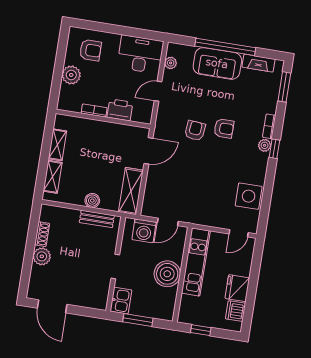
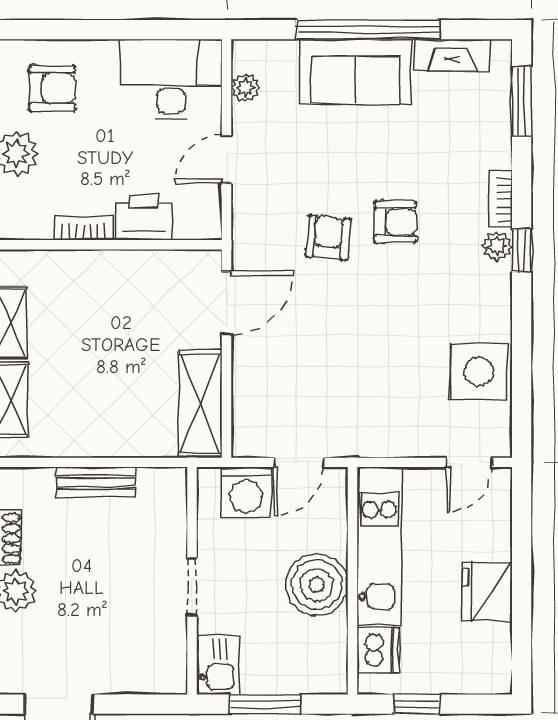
boiler: (92, 201) -> (113, 441), removed
bench: (97, 219) -> (96, 482), moved
dishwasher: (235, 311) -> (378, 650), moved, turned 180

